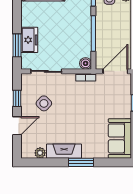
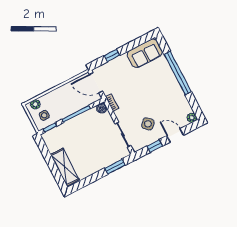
freezer: (29, 40) -> (106, 160), removed
fireplace: (64, 151) -> (176, 90), removed
plant: (40, 153) -> (192, 118), moved
window: (81, 162) -> (178, 73), width x2.11

